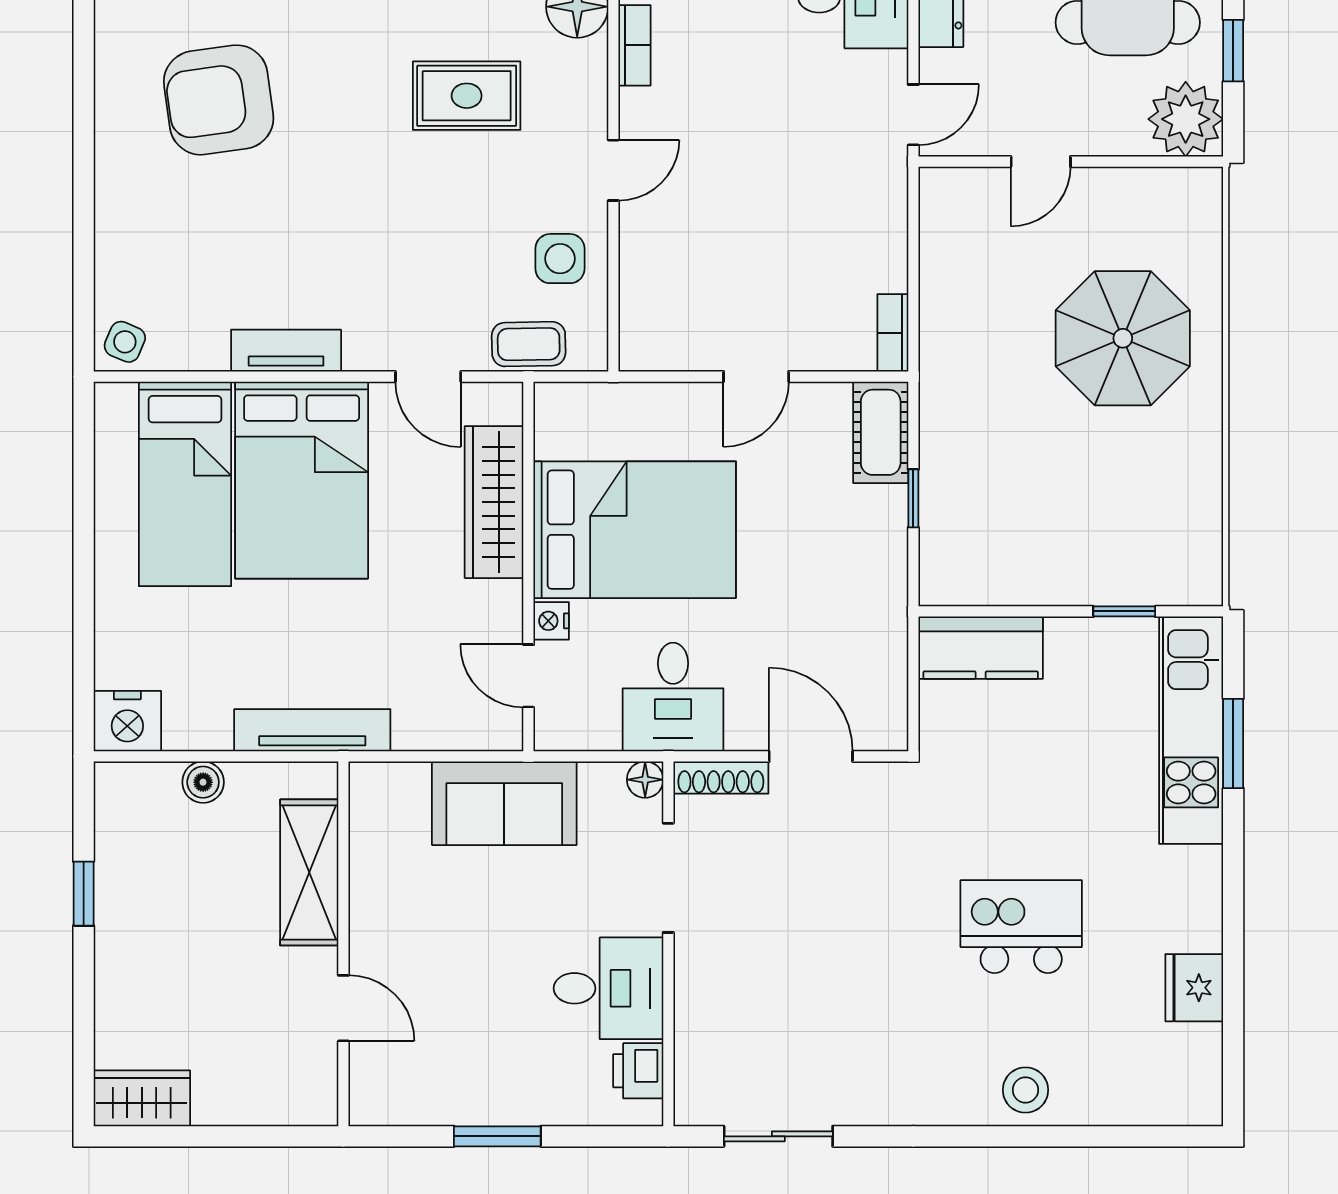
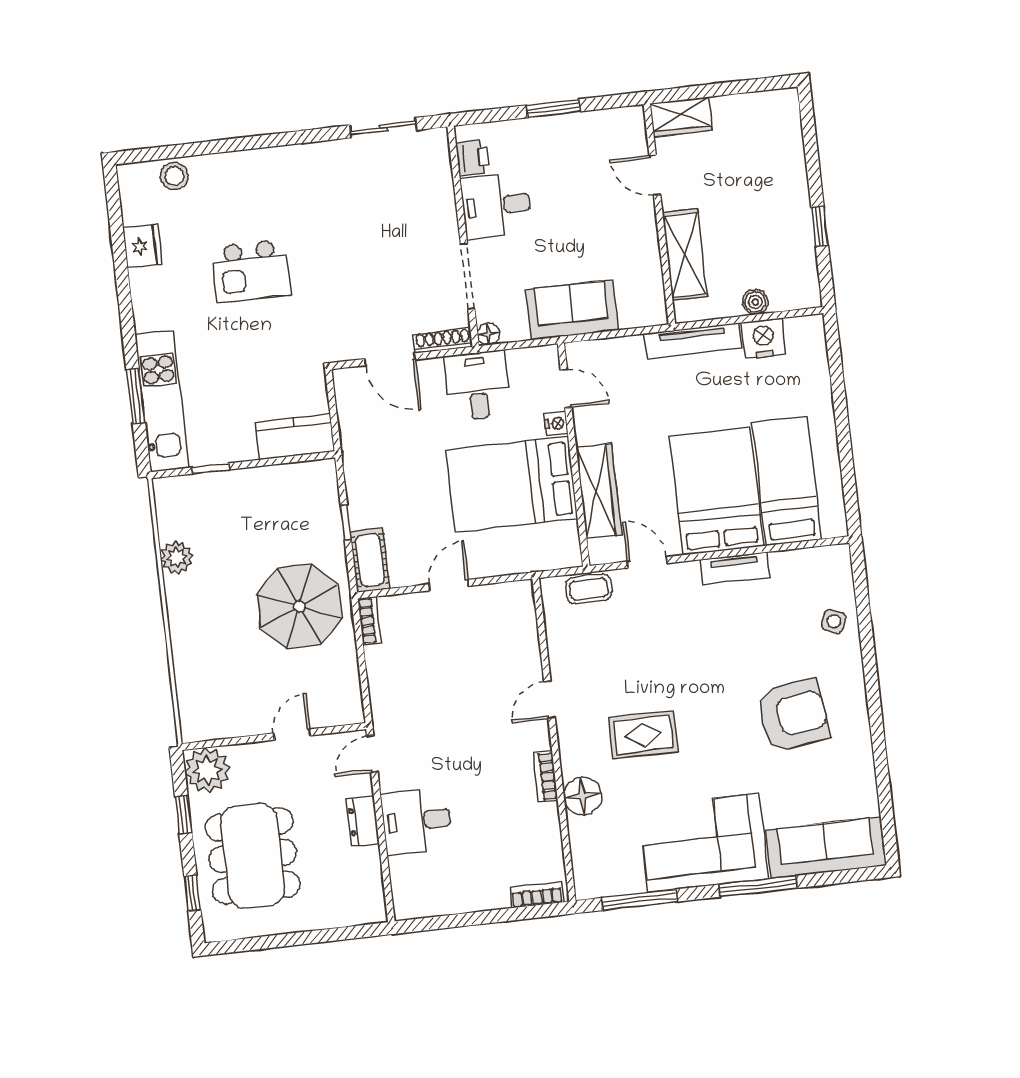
side table: (560, 259) -> (576, 643), removed
parasol: (1123, 338) -> (299, 606), moved
side table: (125, 342) -> (834, 621), moved
plant: (1196, 472) -> (177, 557), added
nightstand: (127, 721) -> (763, 338), moved
stool: (1025, 1090) -> (174, 176), moved
wardrobe: (142, 1098) -> (681, 117), moved

